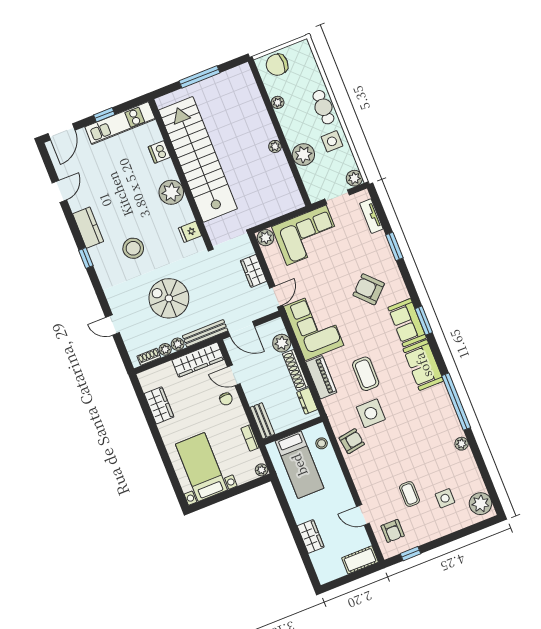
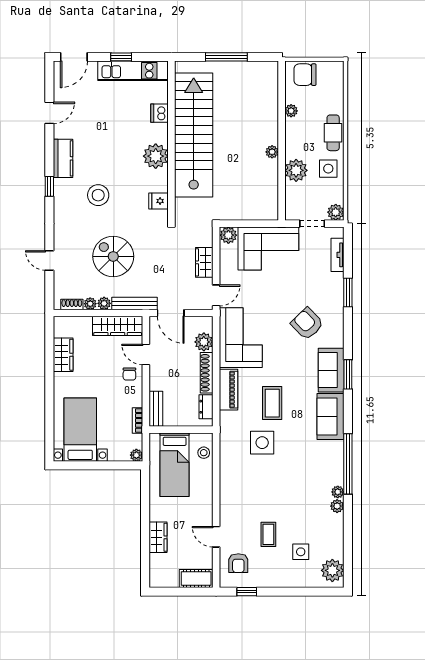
plant: (457, 431) -> (338, 492), added
armchair: (352, 441) -> (233, 462), removed

